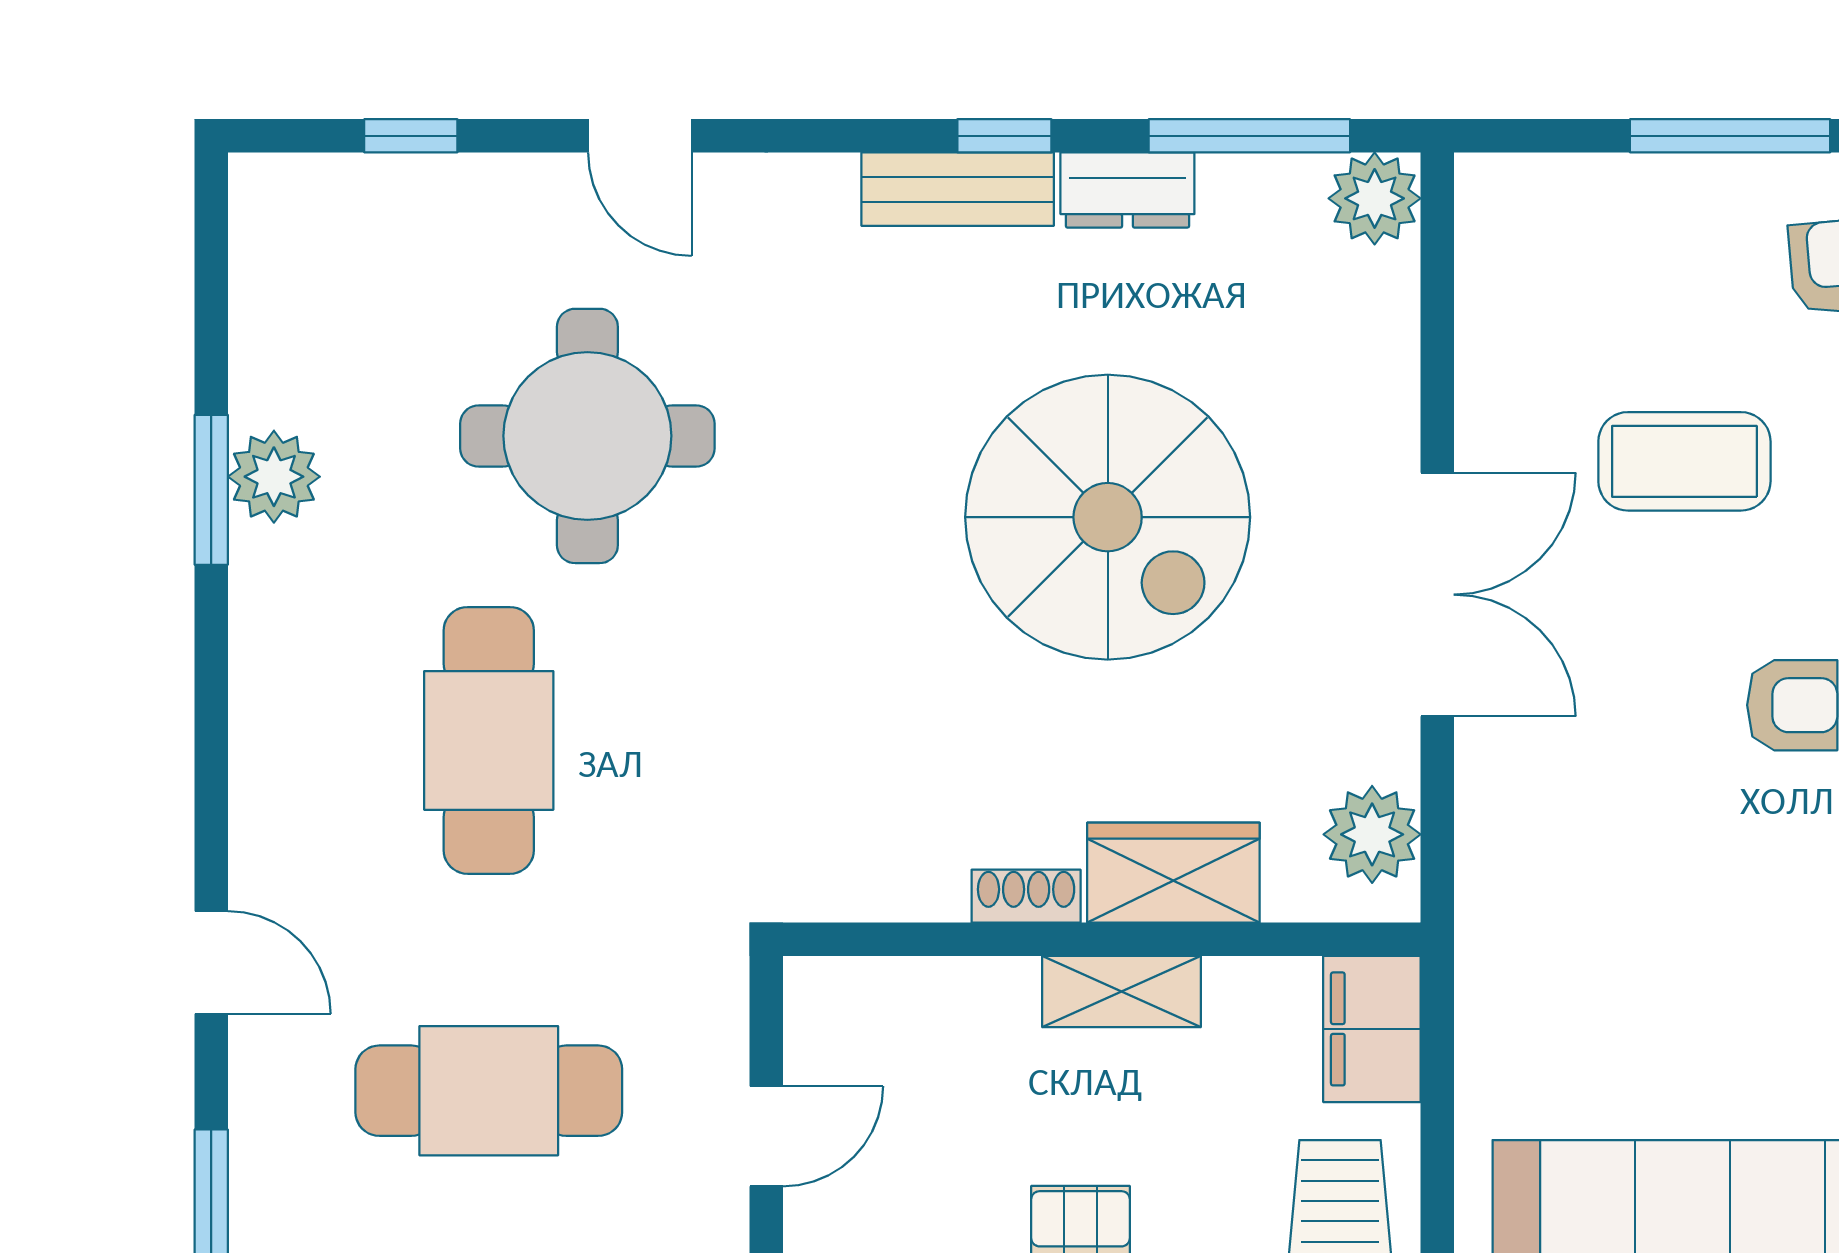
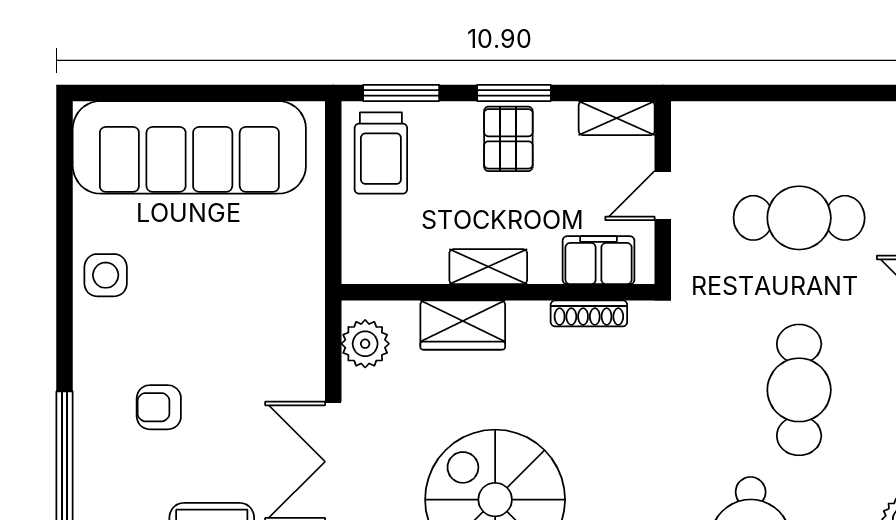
shoe rack: (1026, 896) -> (589, 313), moved, width x1.43
filing cabinet: (1372, 1029) -> (599, 260), moved, turned -90

